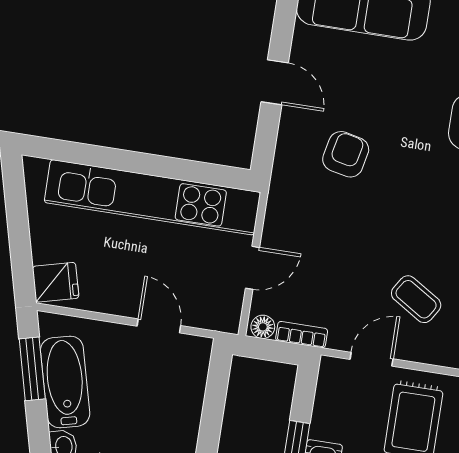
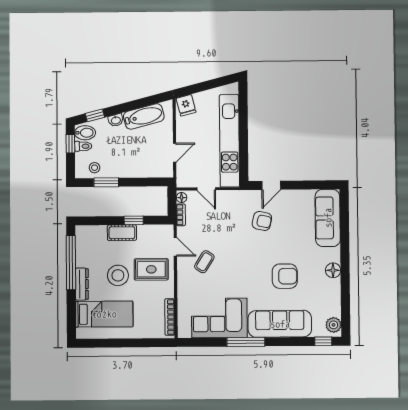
door: (275, 82) -> (271, 185), moved
window: (32, 369) -> (147, 101), removed

